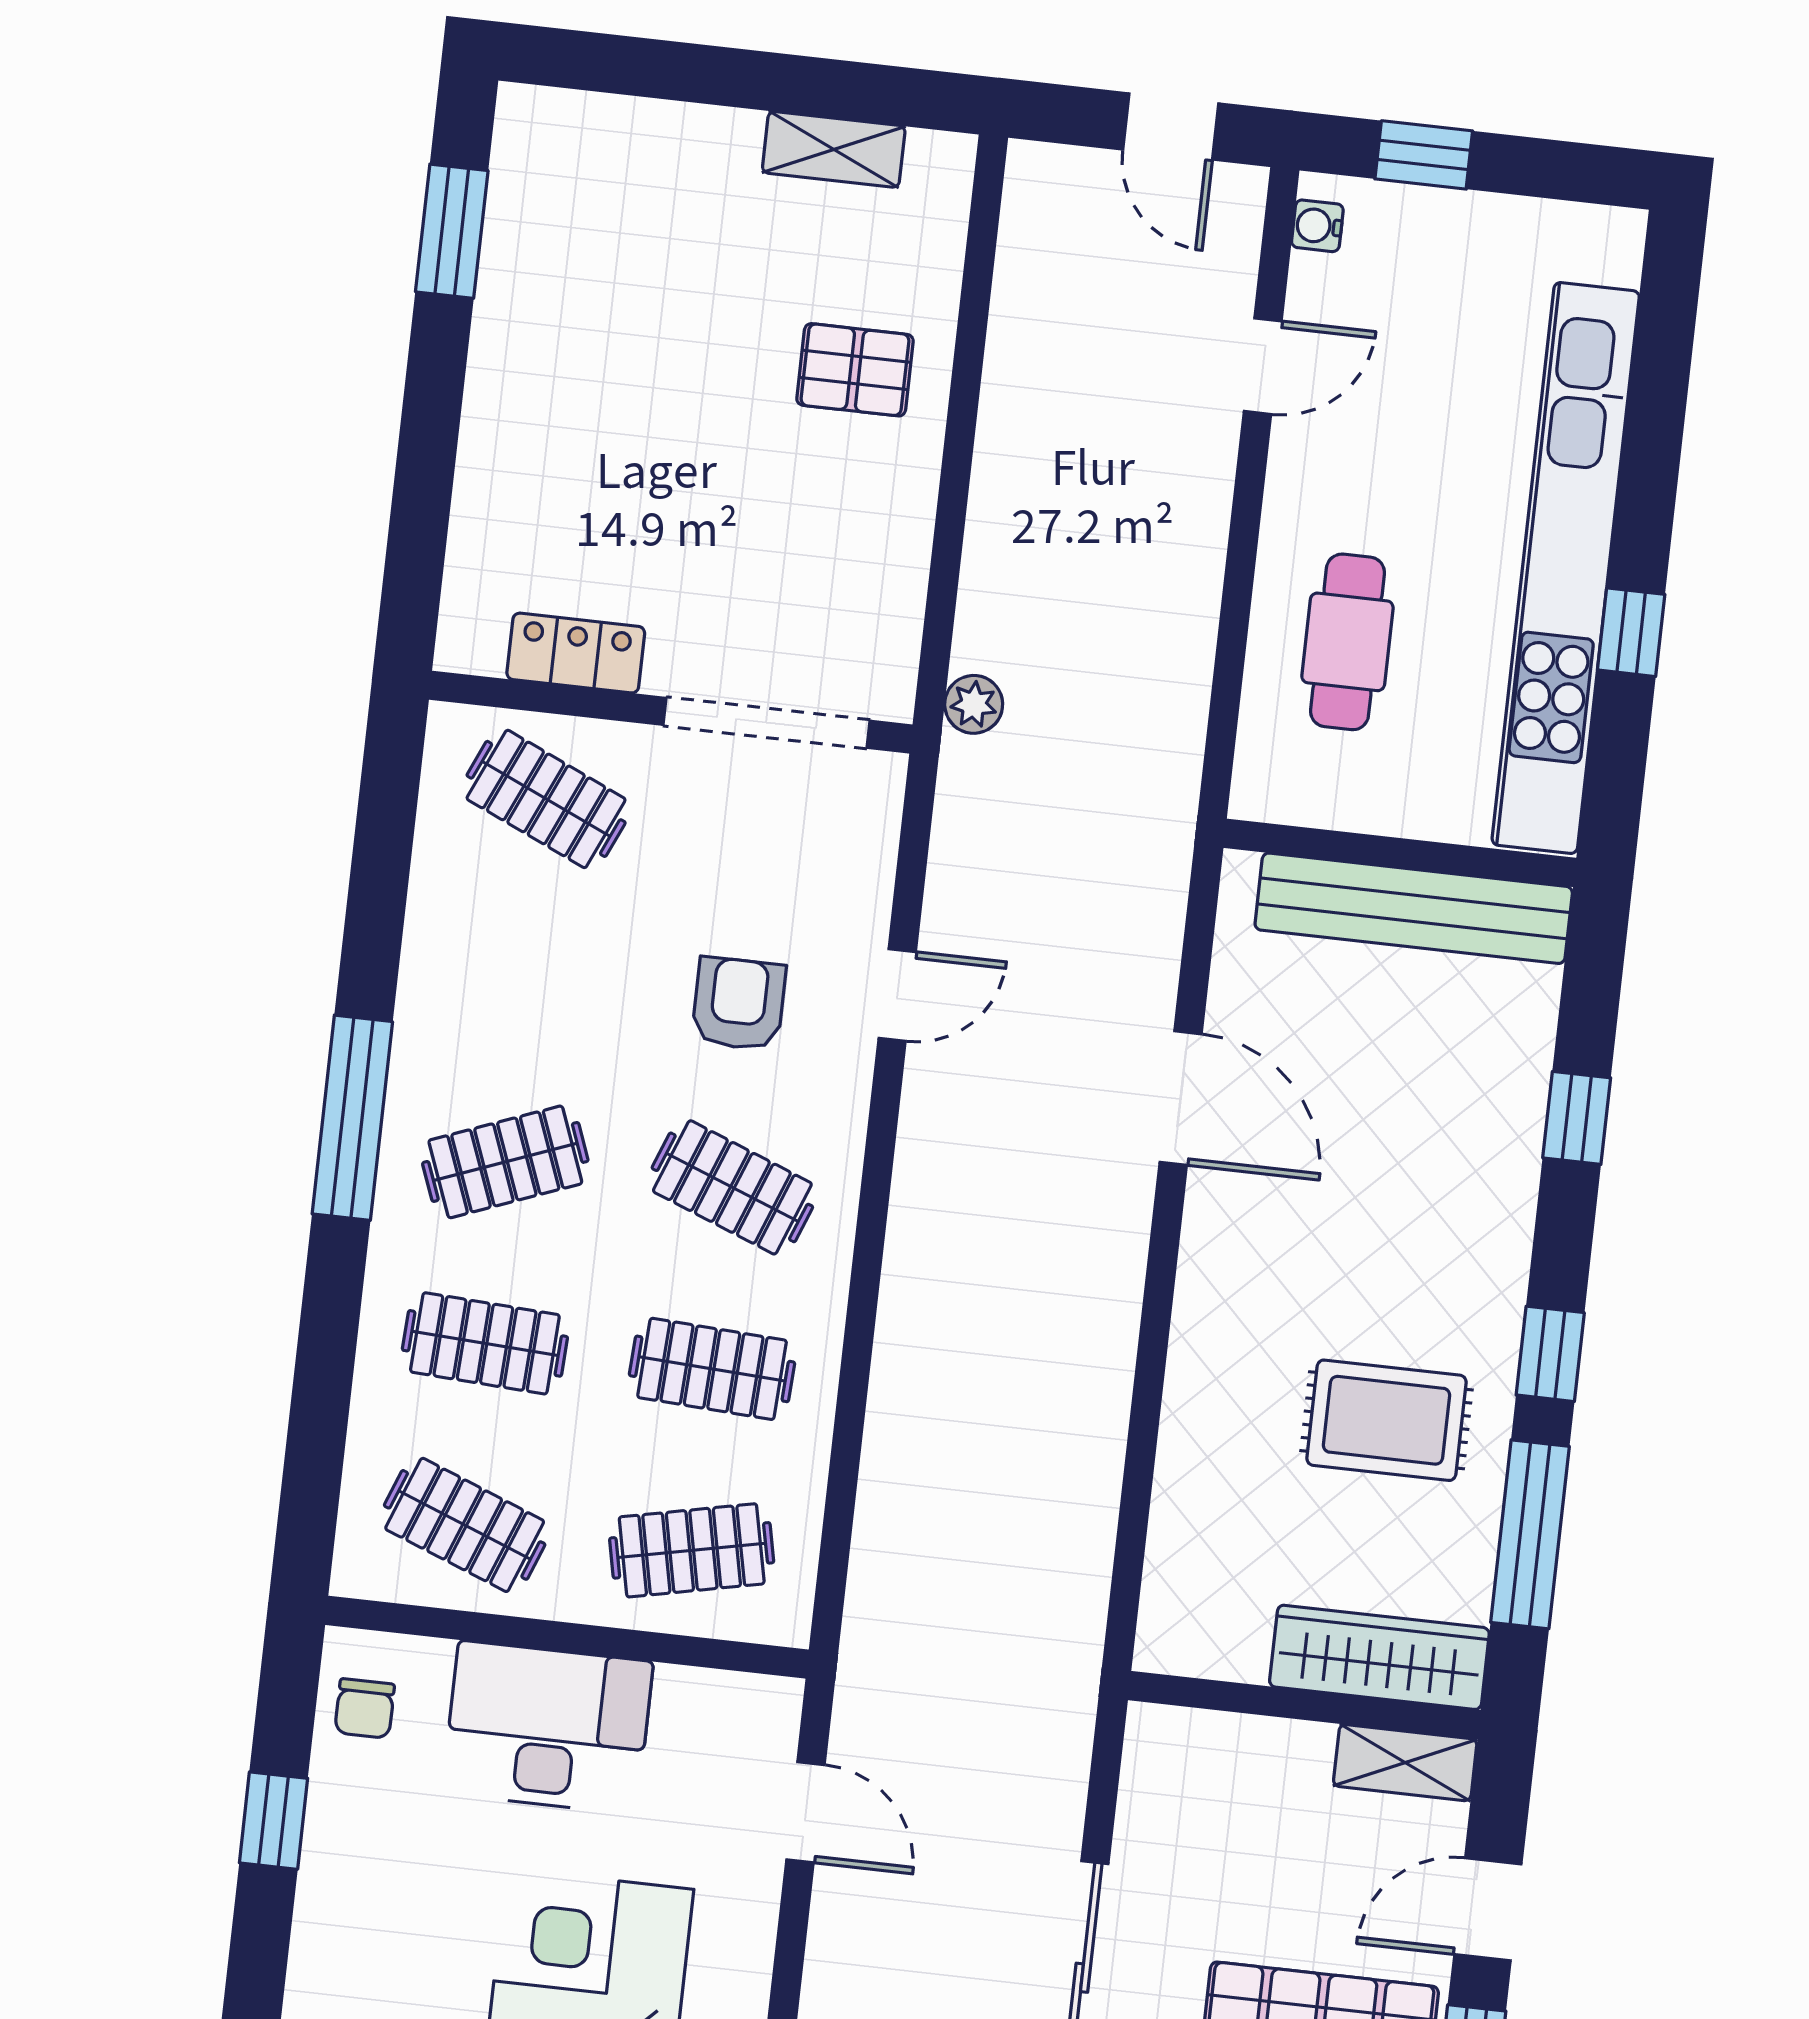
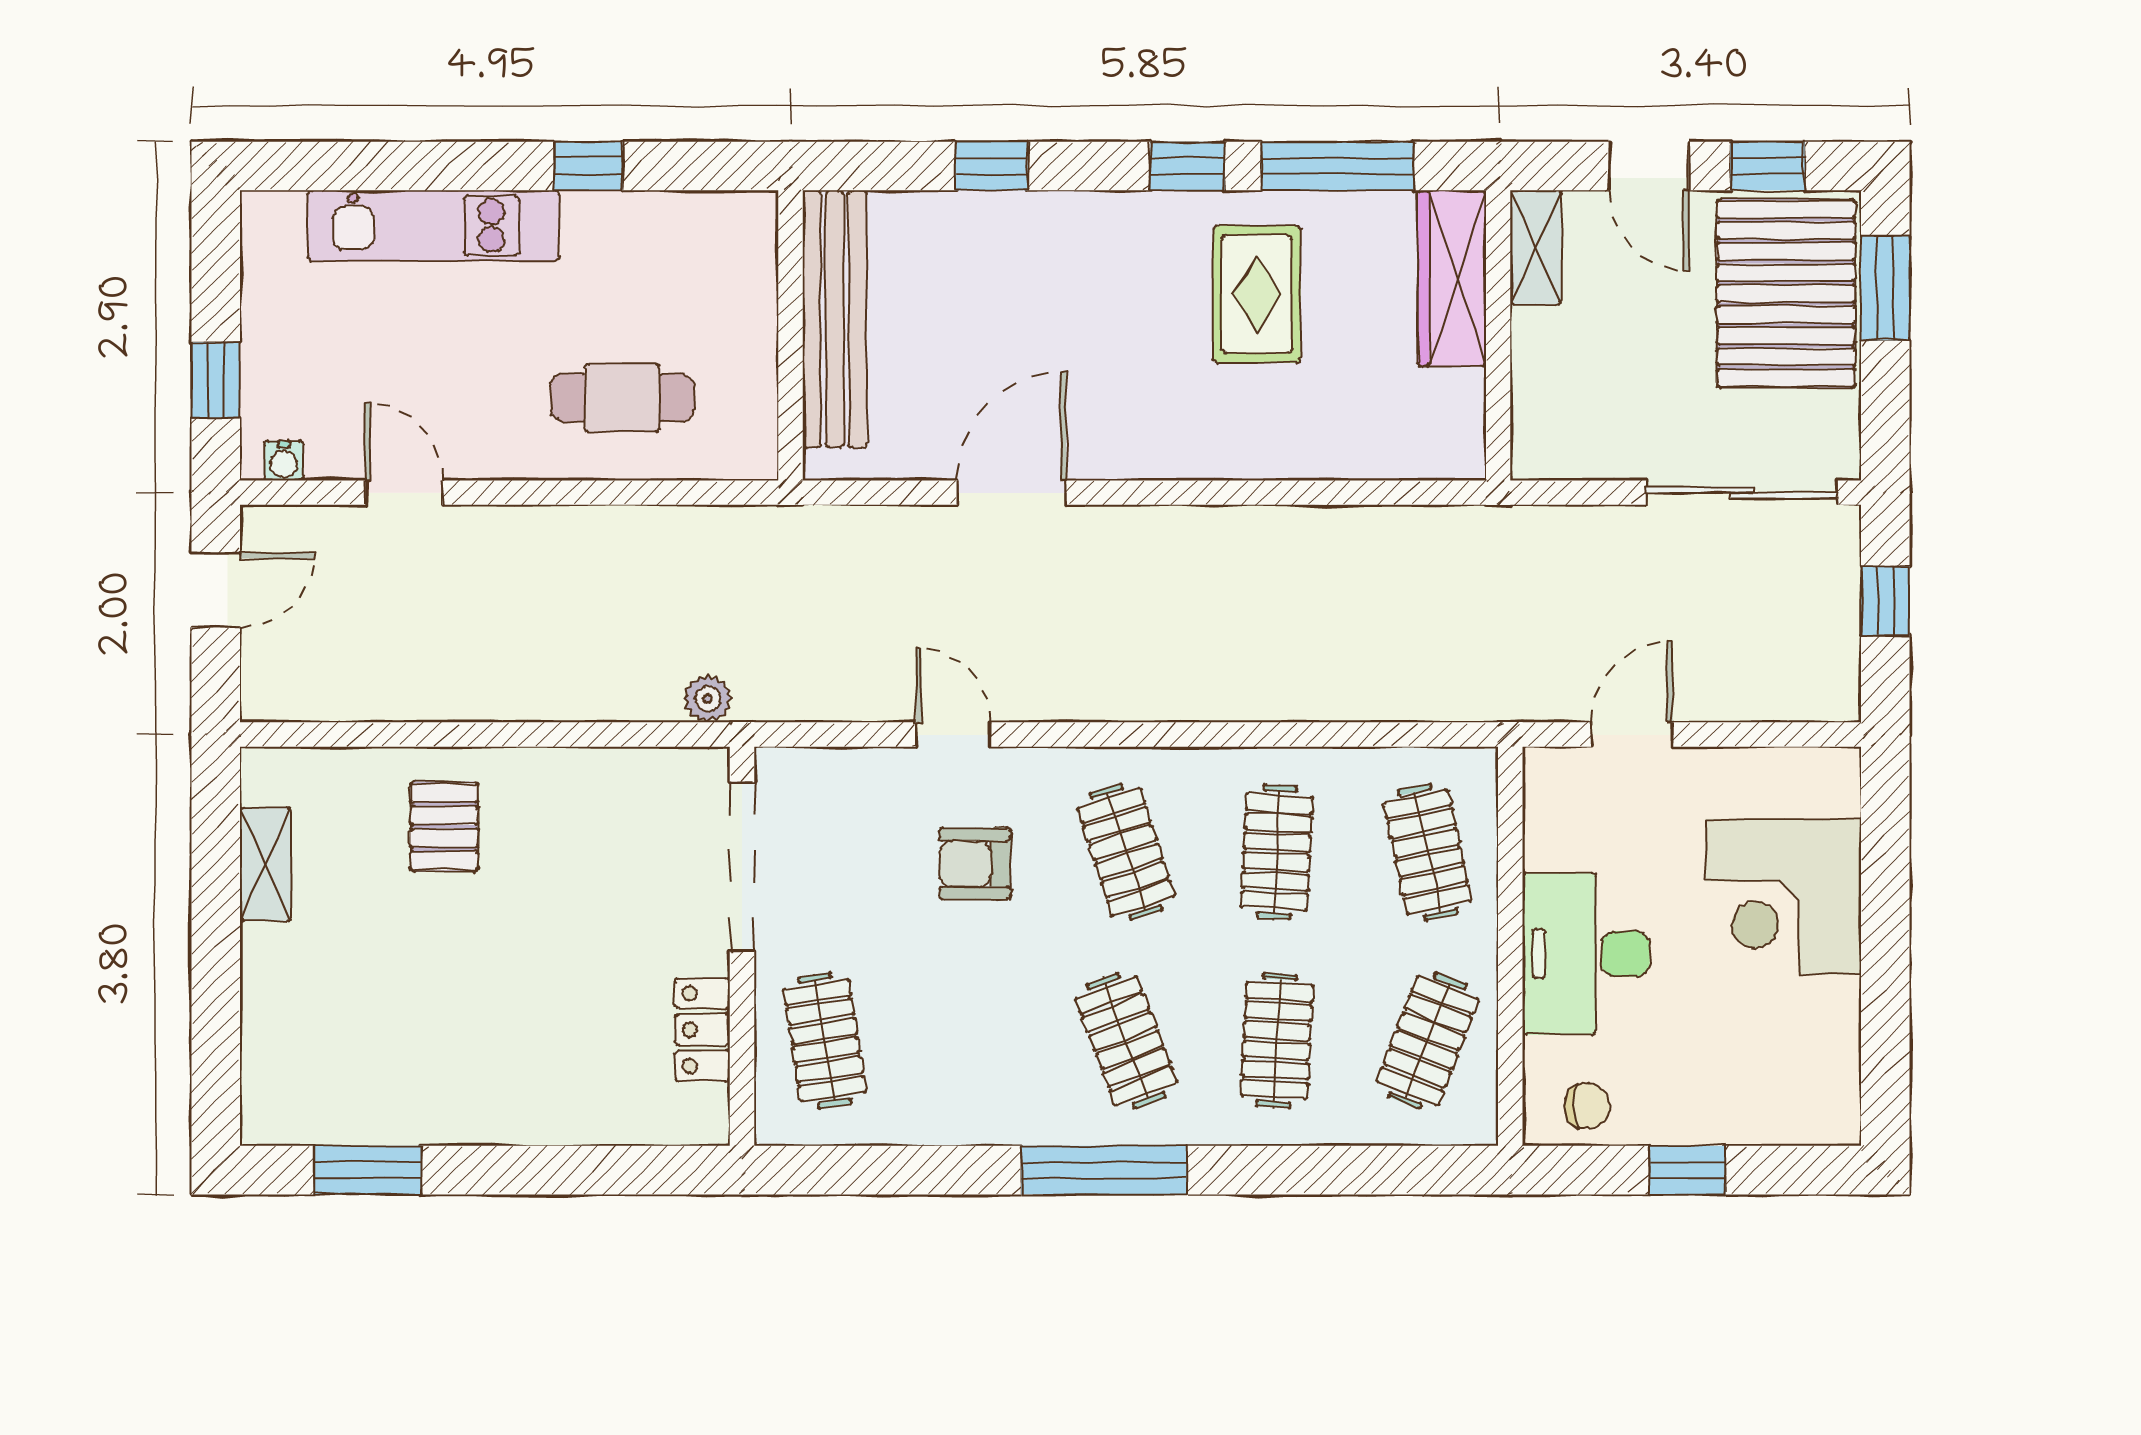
kitchen unit: (1566, 568) -> (434, 226), width x0.54
clothes rail: (546, 799) -> (825, 1041), turned -33
clothes rail: (732, 1187) -> (1126, 852), turned -39

